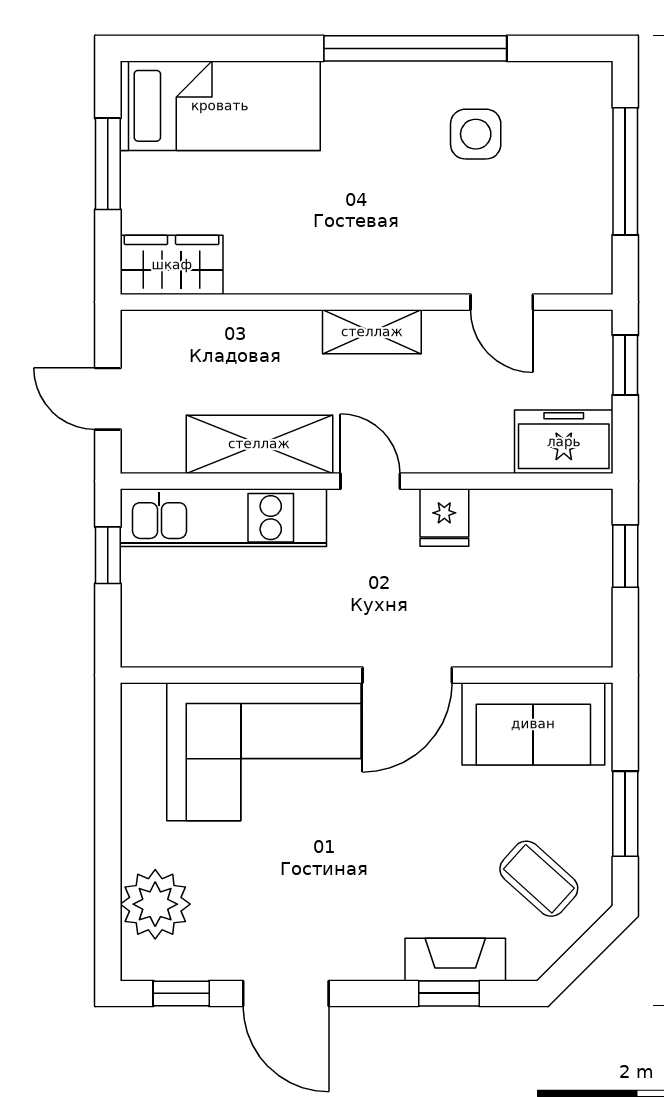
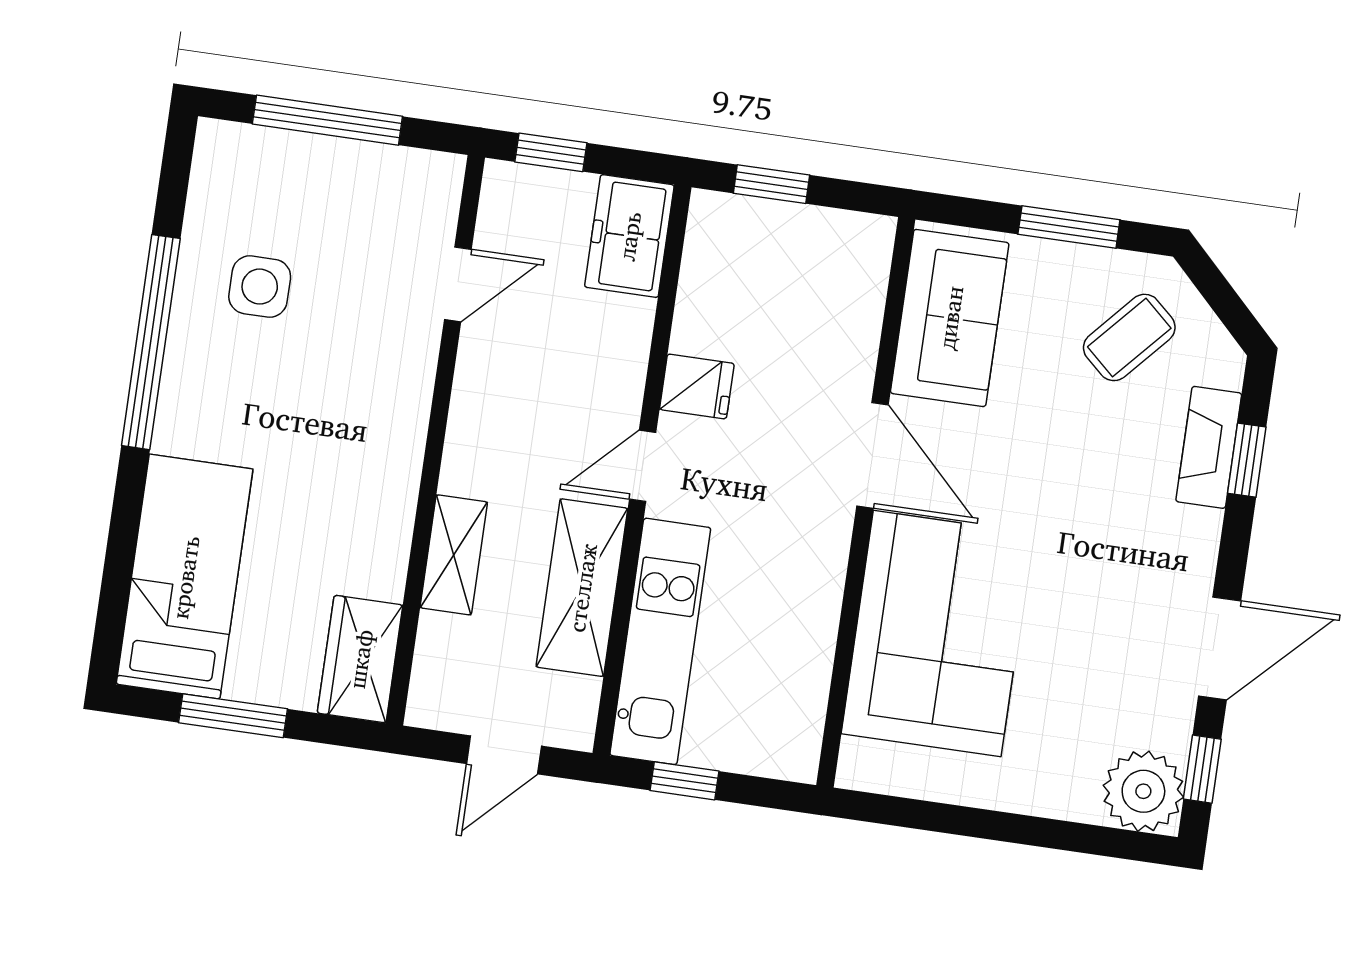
shelving: (372, 332) -> (454, 555), moved
plant: (155, 904) -> (1143, 791), moved

